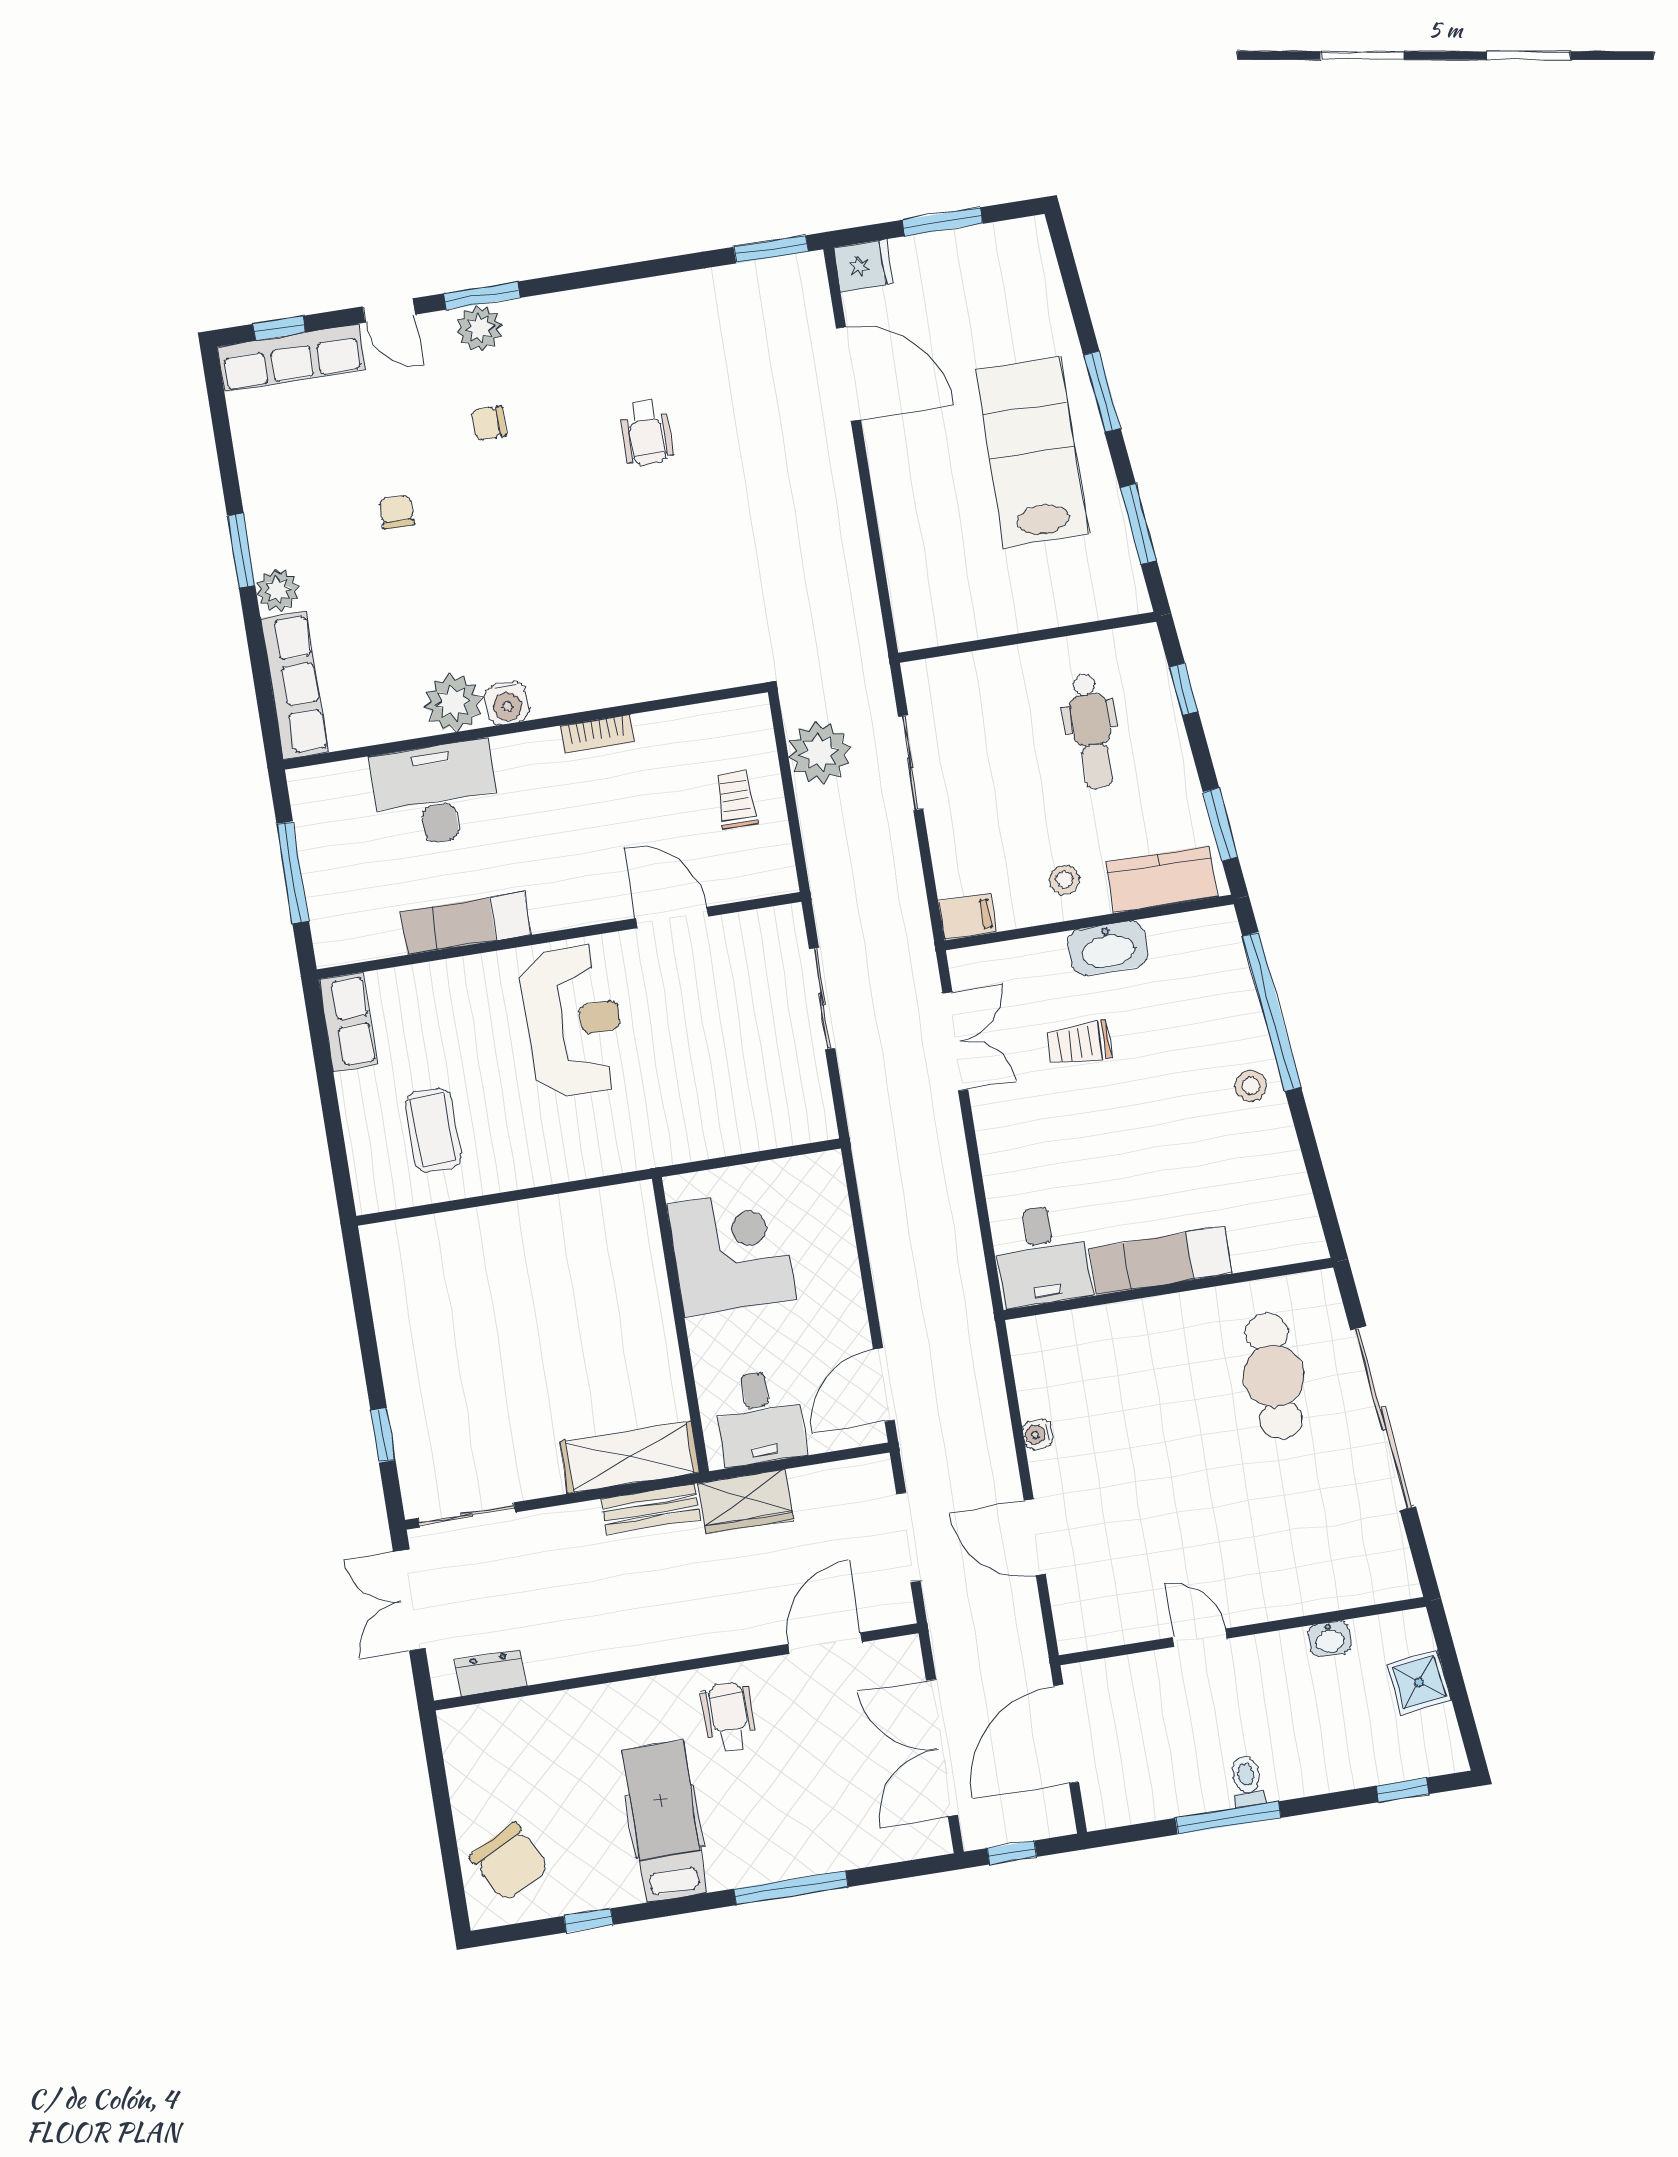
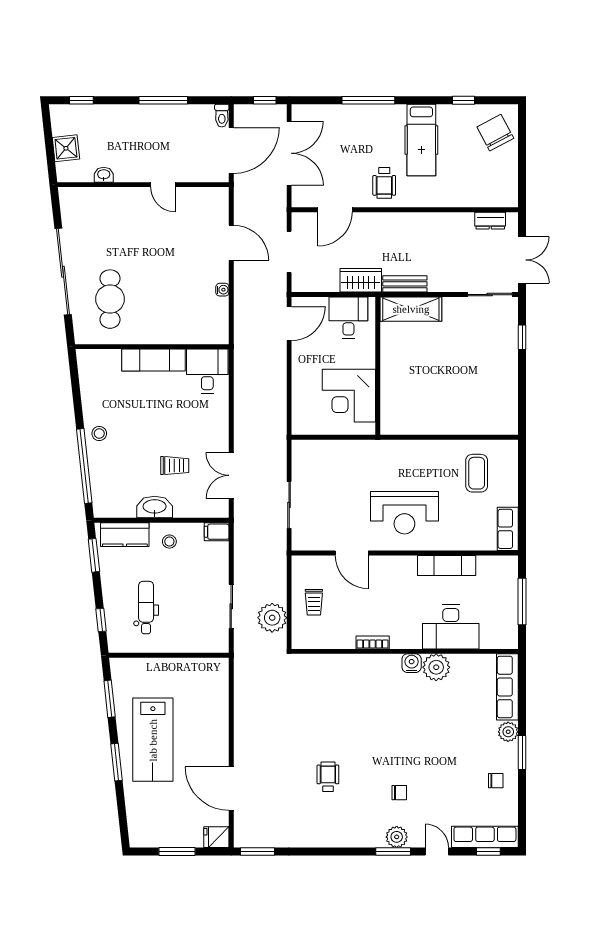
chair: (397, 512) -> (496, 781), moved, turned -90
reception desk: (574, 1021) -> (404, 513), turned -90
toilet: (1247, 1781) -> (222, 116), moved

